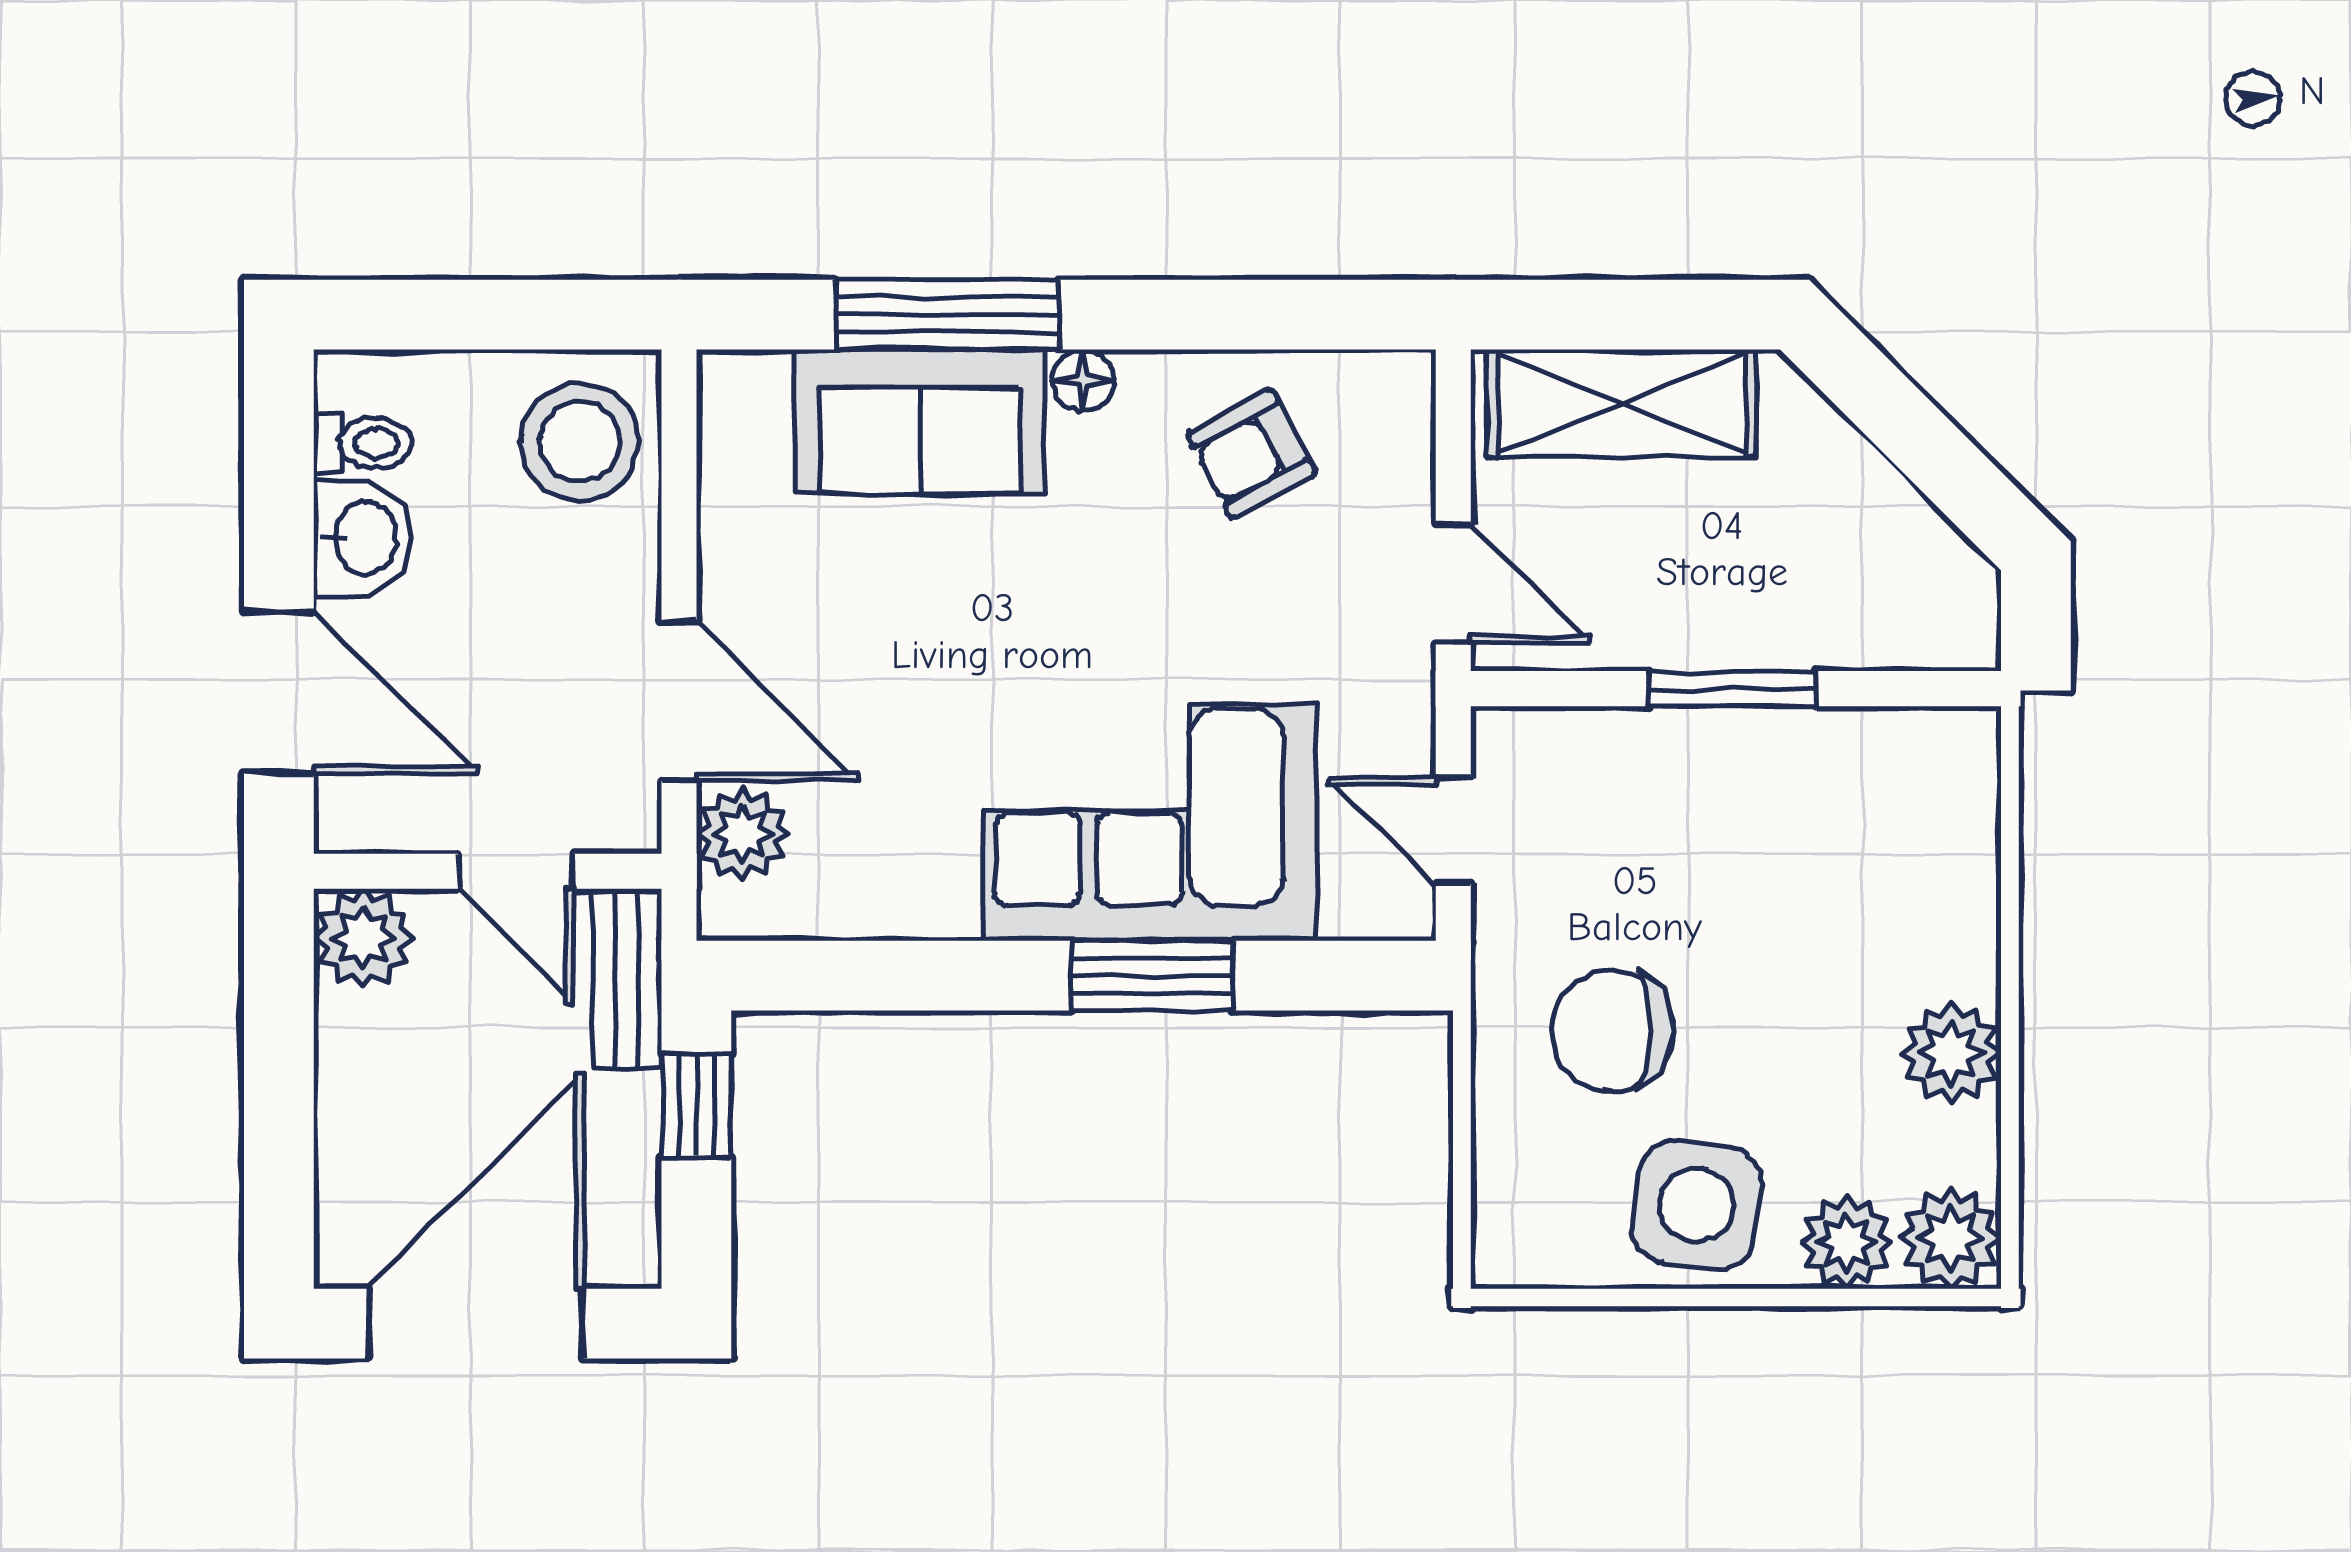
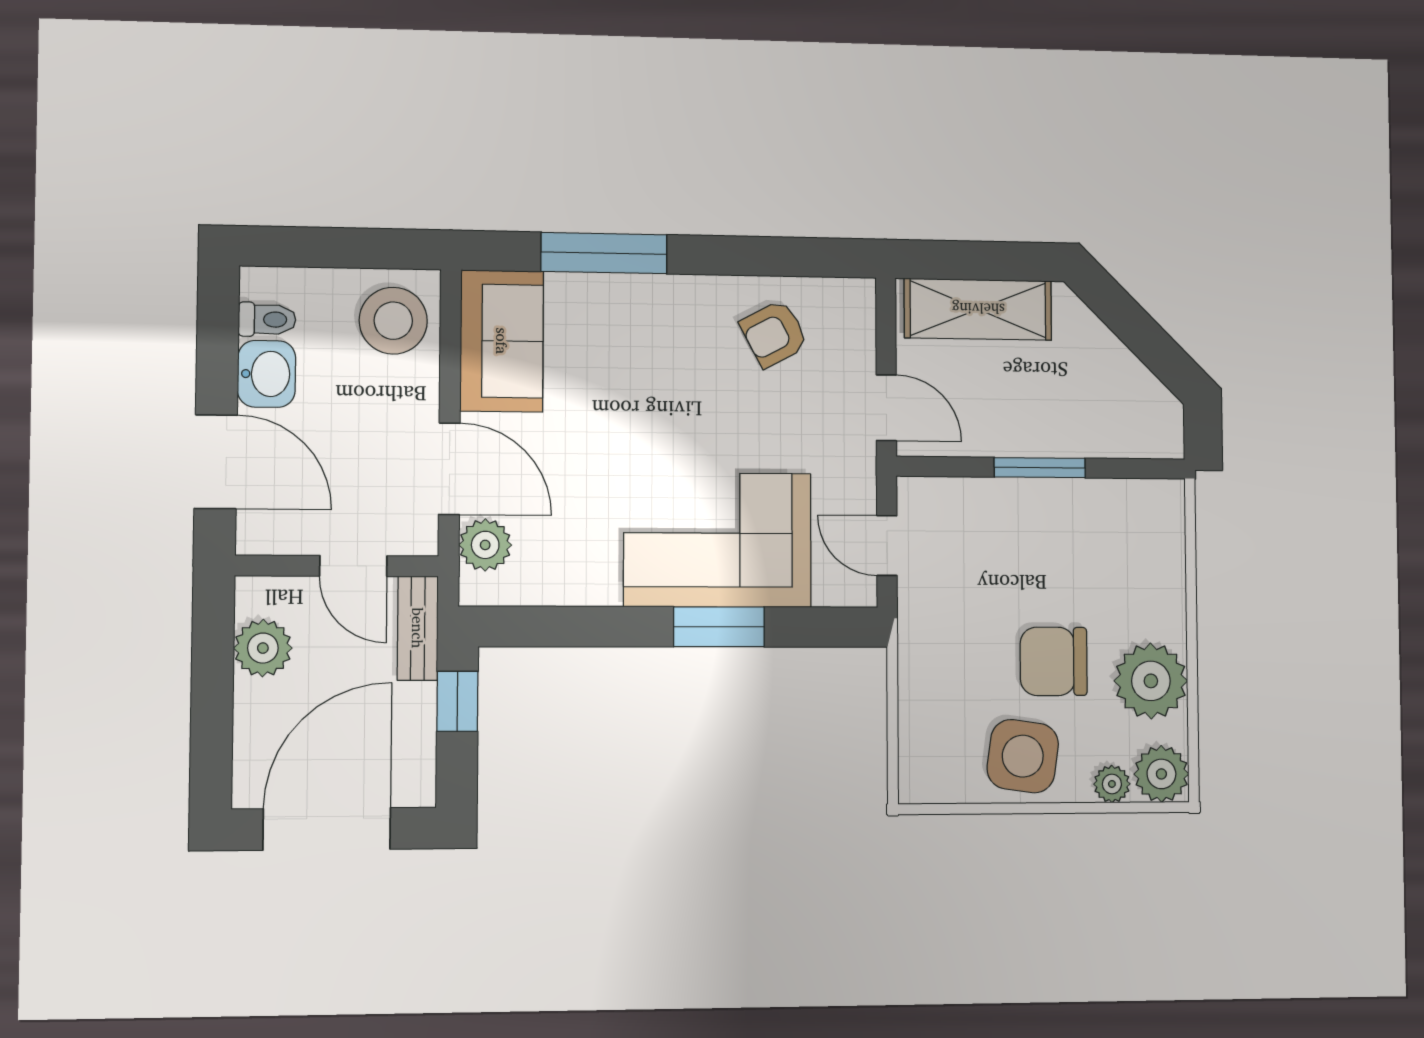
floor lamp: (1083, 380) -> (680, 291), removed
sofa: (920, 422) -> (502, 341), moved, turned -90
plant: (363, 938) -> (263, 648), moved
chair: (1613, 1030) -> (1054, 661), moved
plant: (1951, 1053) -> (1151, 681), width x1.36, depth x1.36
plant: (1847, 1243) -> (1112, 784), width x0.73, depth x0.73

